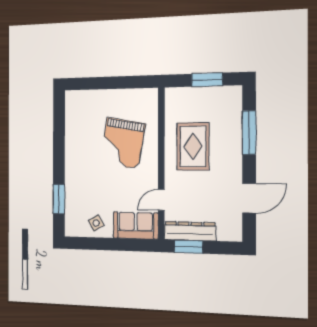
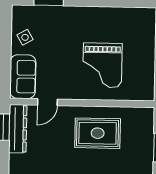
grand piano: (123, 143) -> (102, 65), turned -100
door: (161, 200) -> (47, 102), swing flipped

